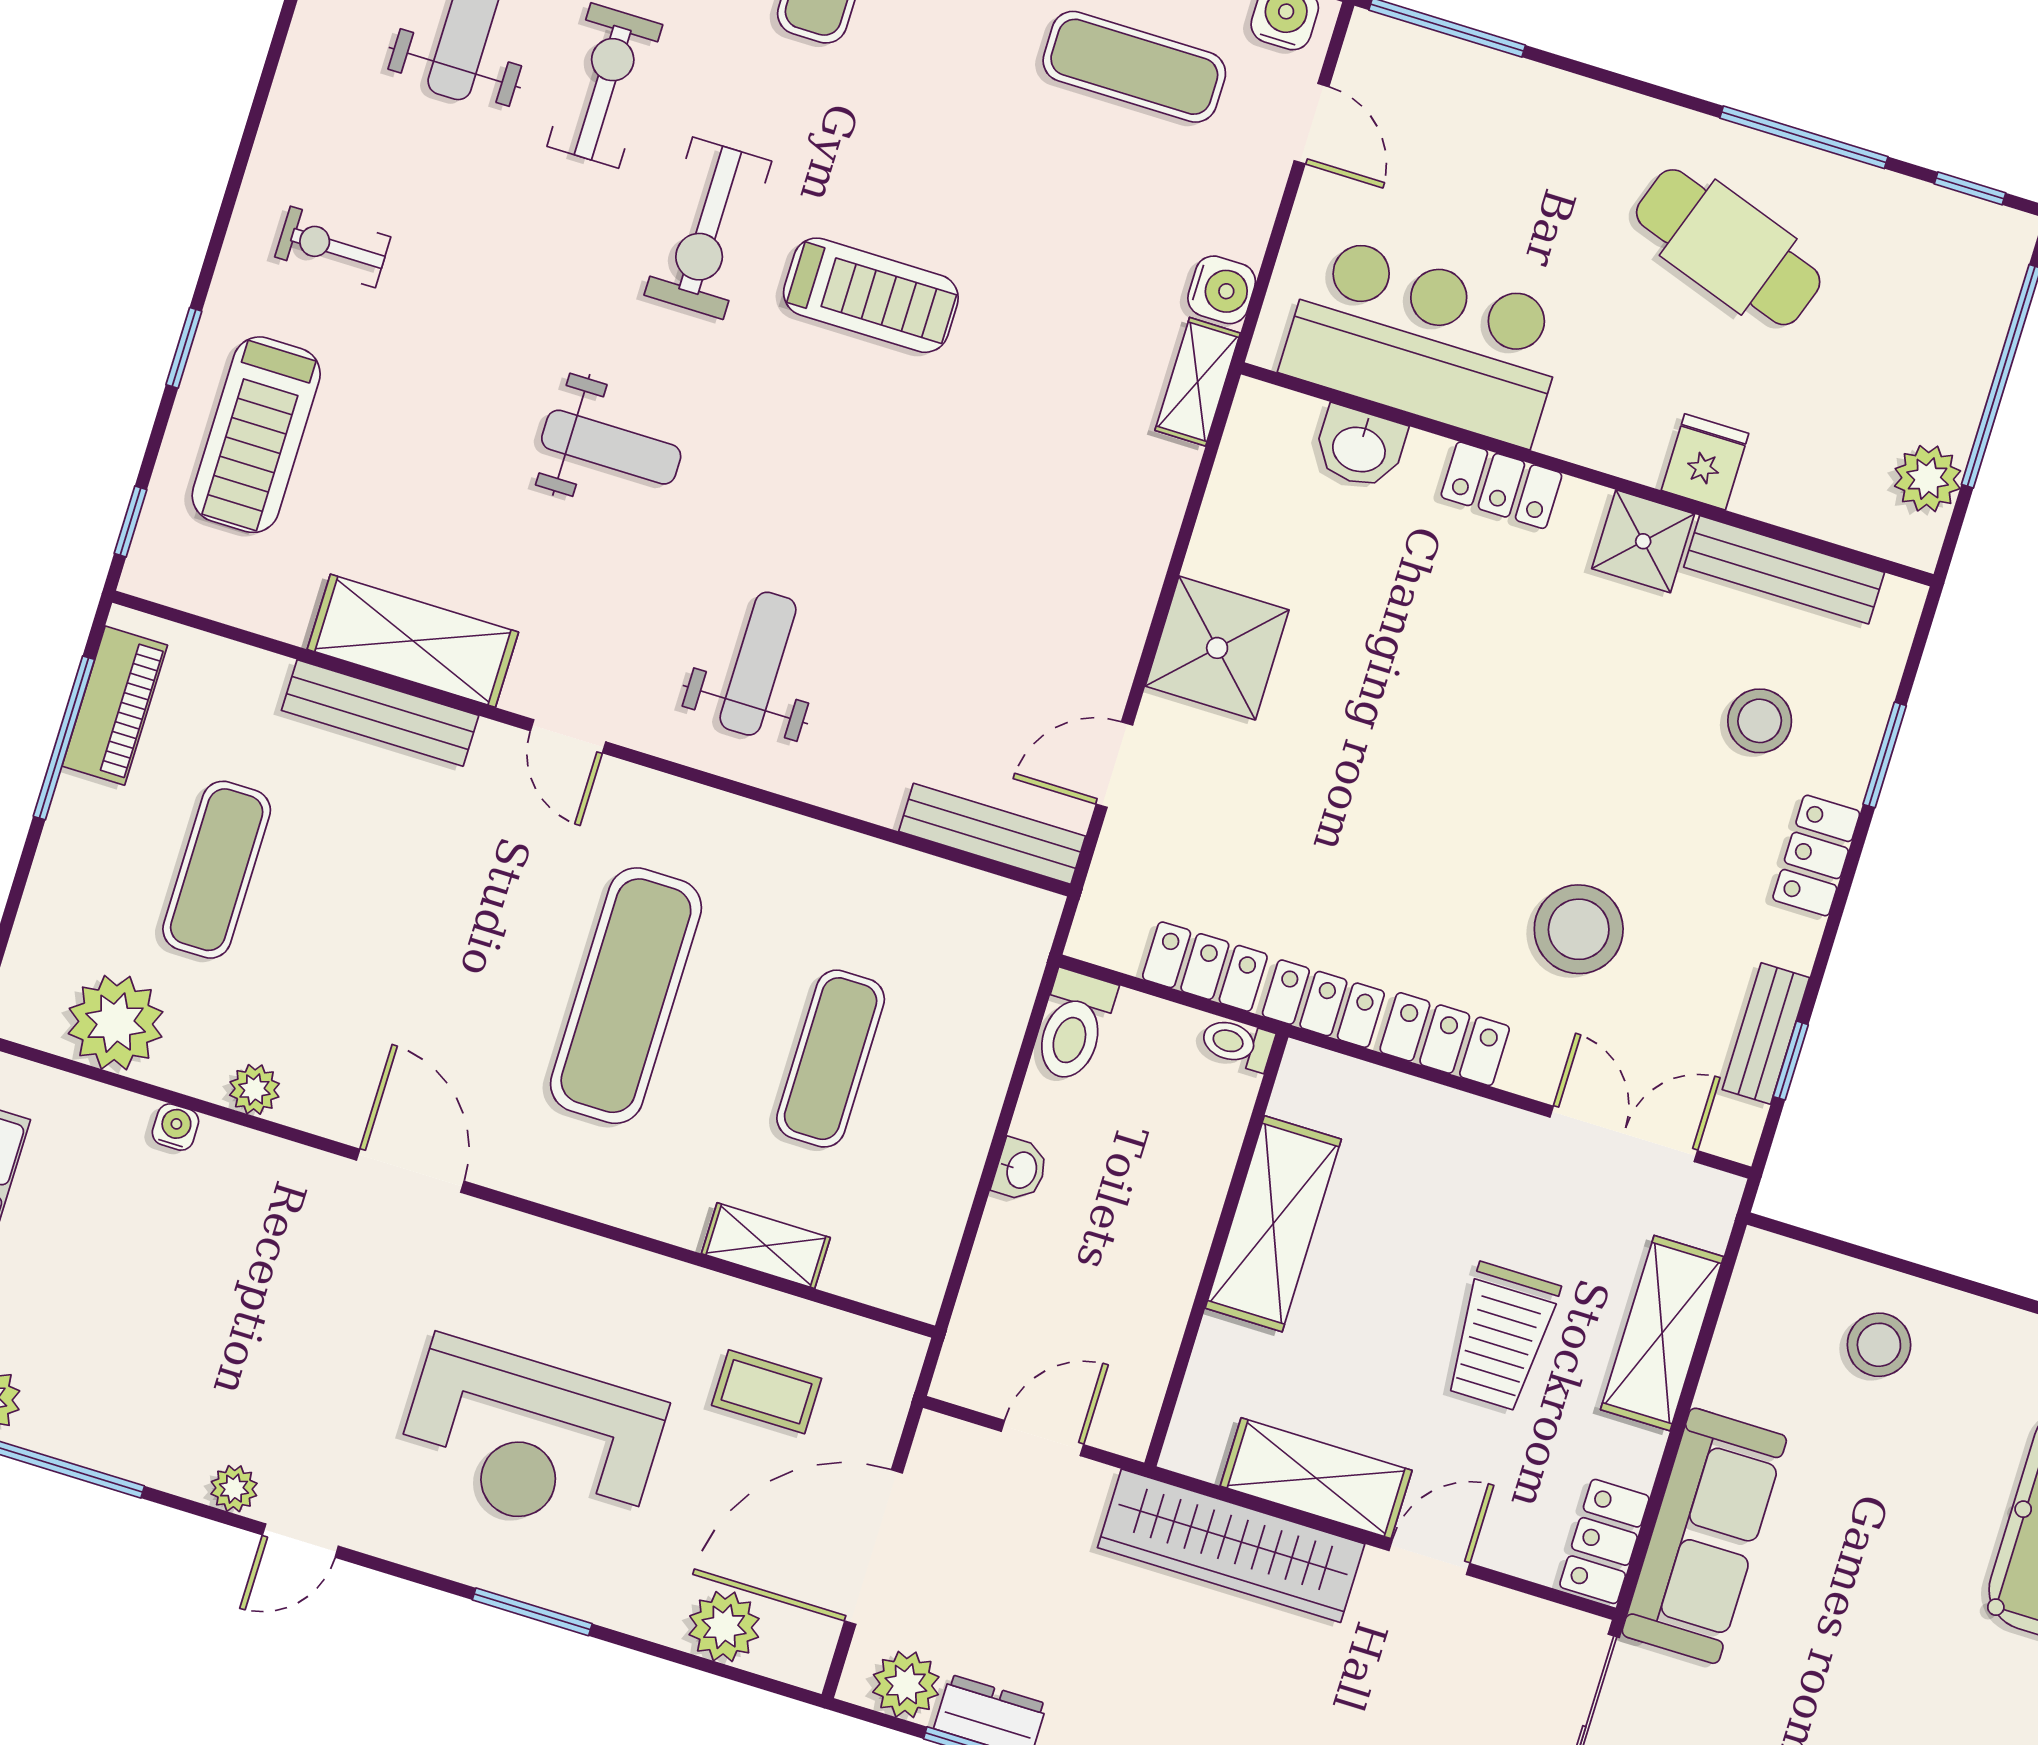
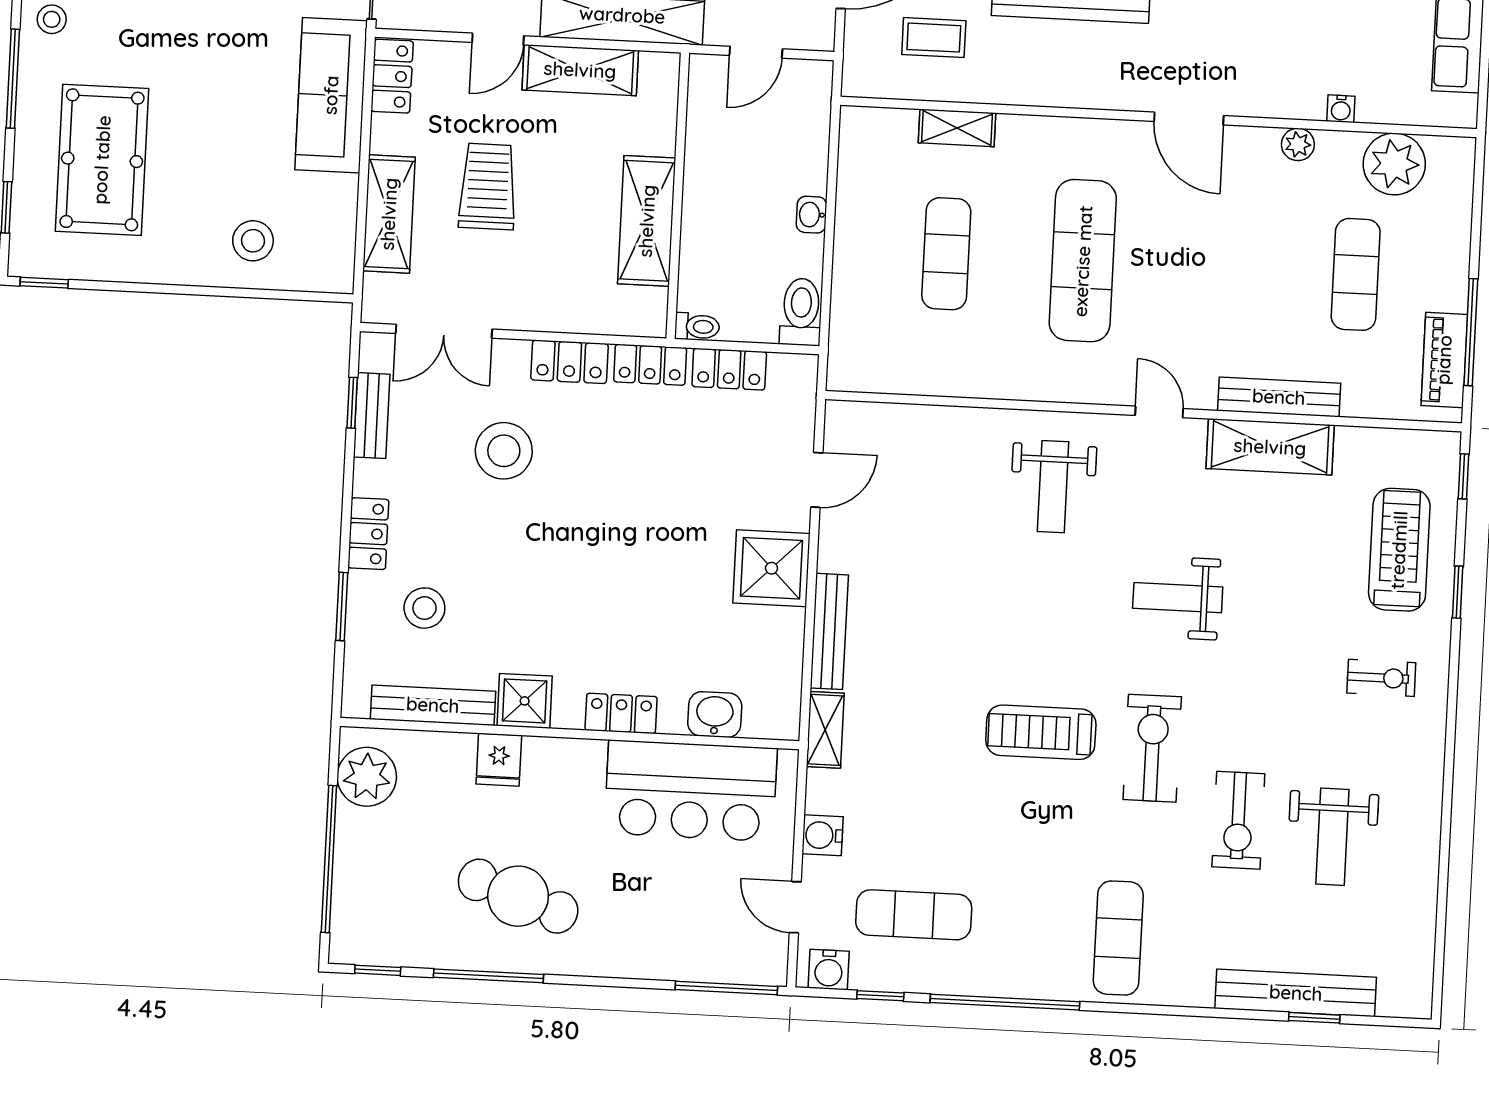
water cooler: (1222, 290) -> (823, 835), moved
plant: (1928, 479) -> (367, 777), width x1.36, depth x1.36
bench: (992, 834) -> (829, 631), moved, turned 90

